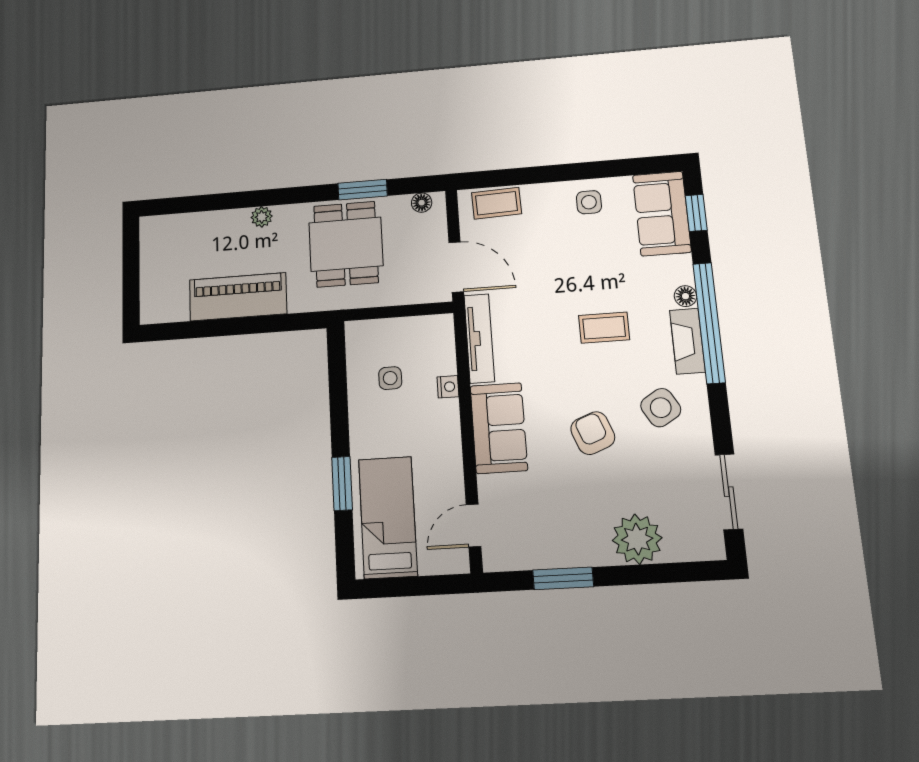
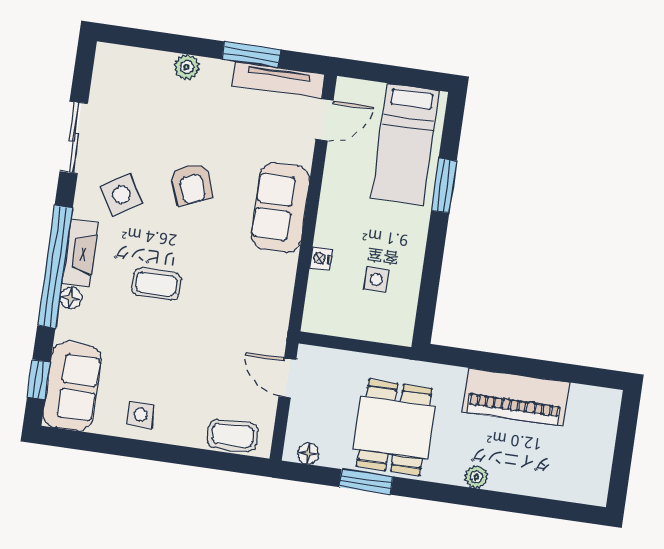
door: (456, 267) -> (287, 378), width x0.73
tv unit: (479, 338) -> (278, 80), moved, turned -90
sliding door: (729, 492) -> (74, 137), moved
plant: (637, 539) -> (187, 67), width x0.53, depth x0.53

